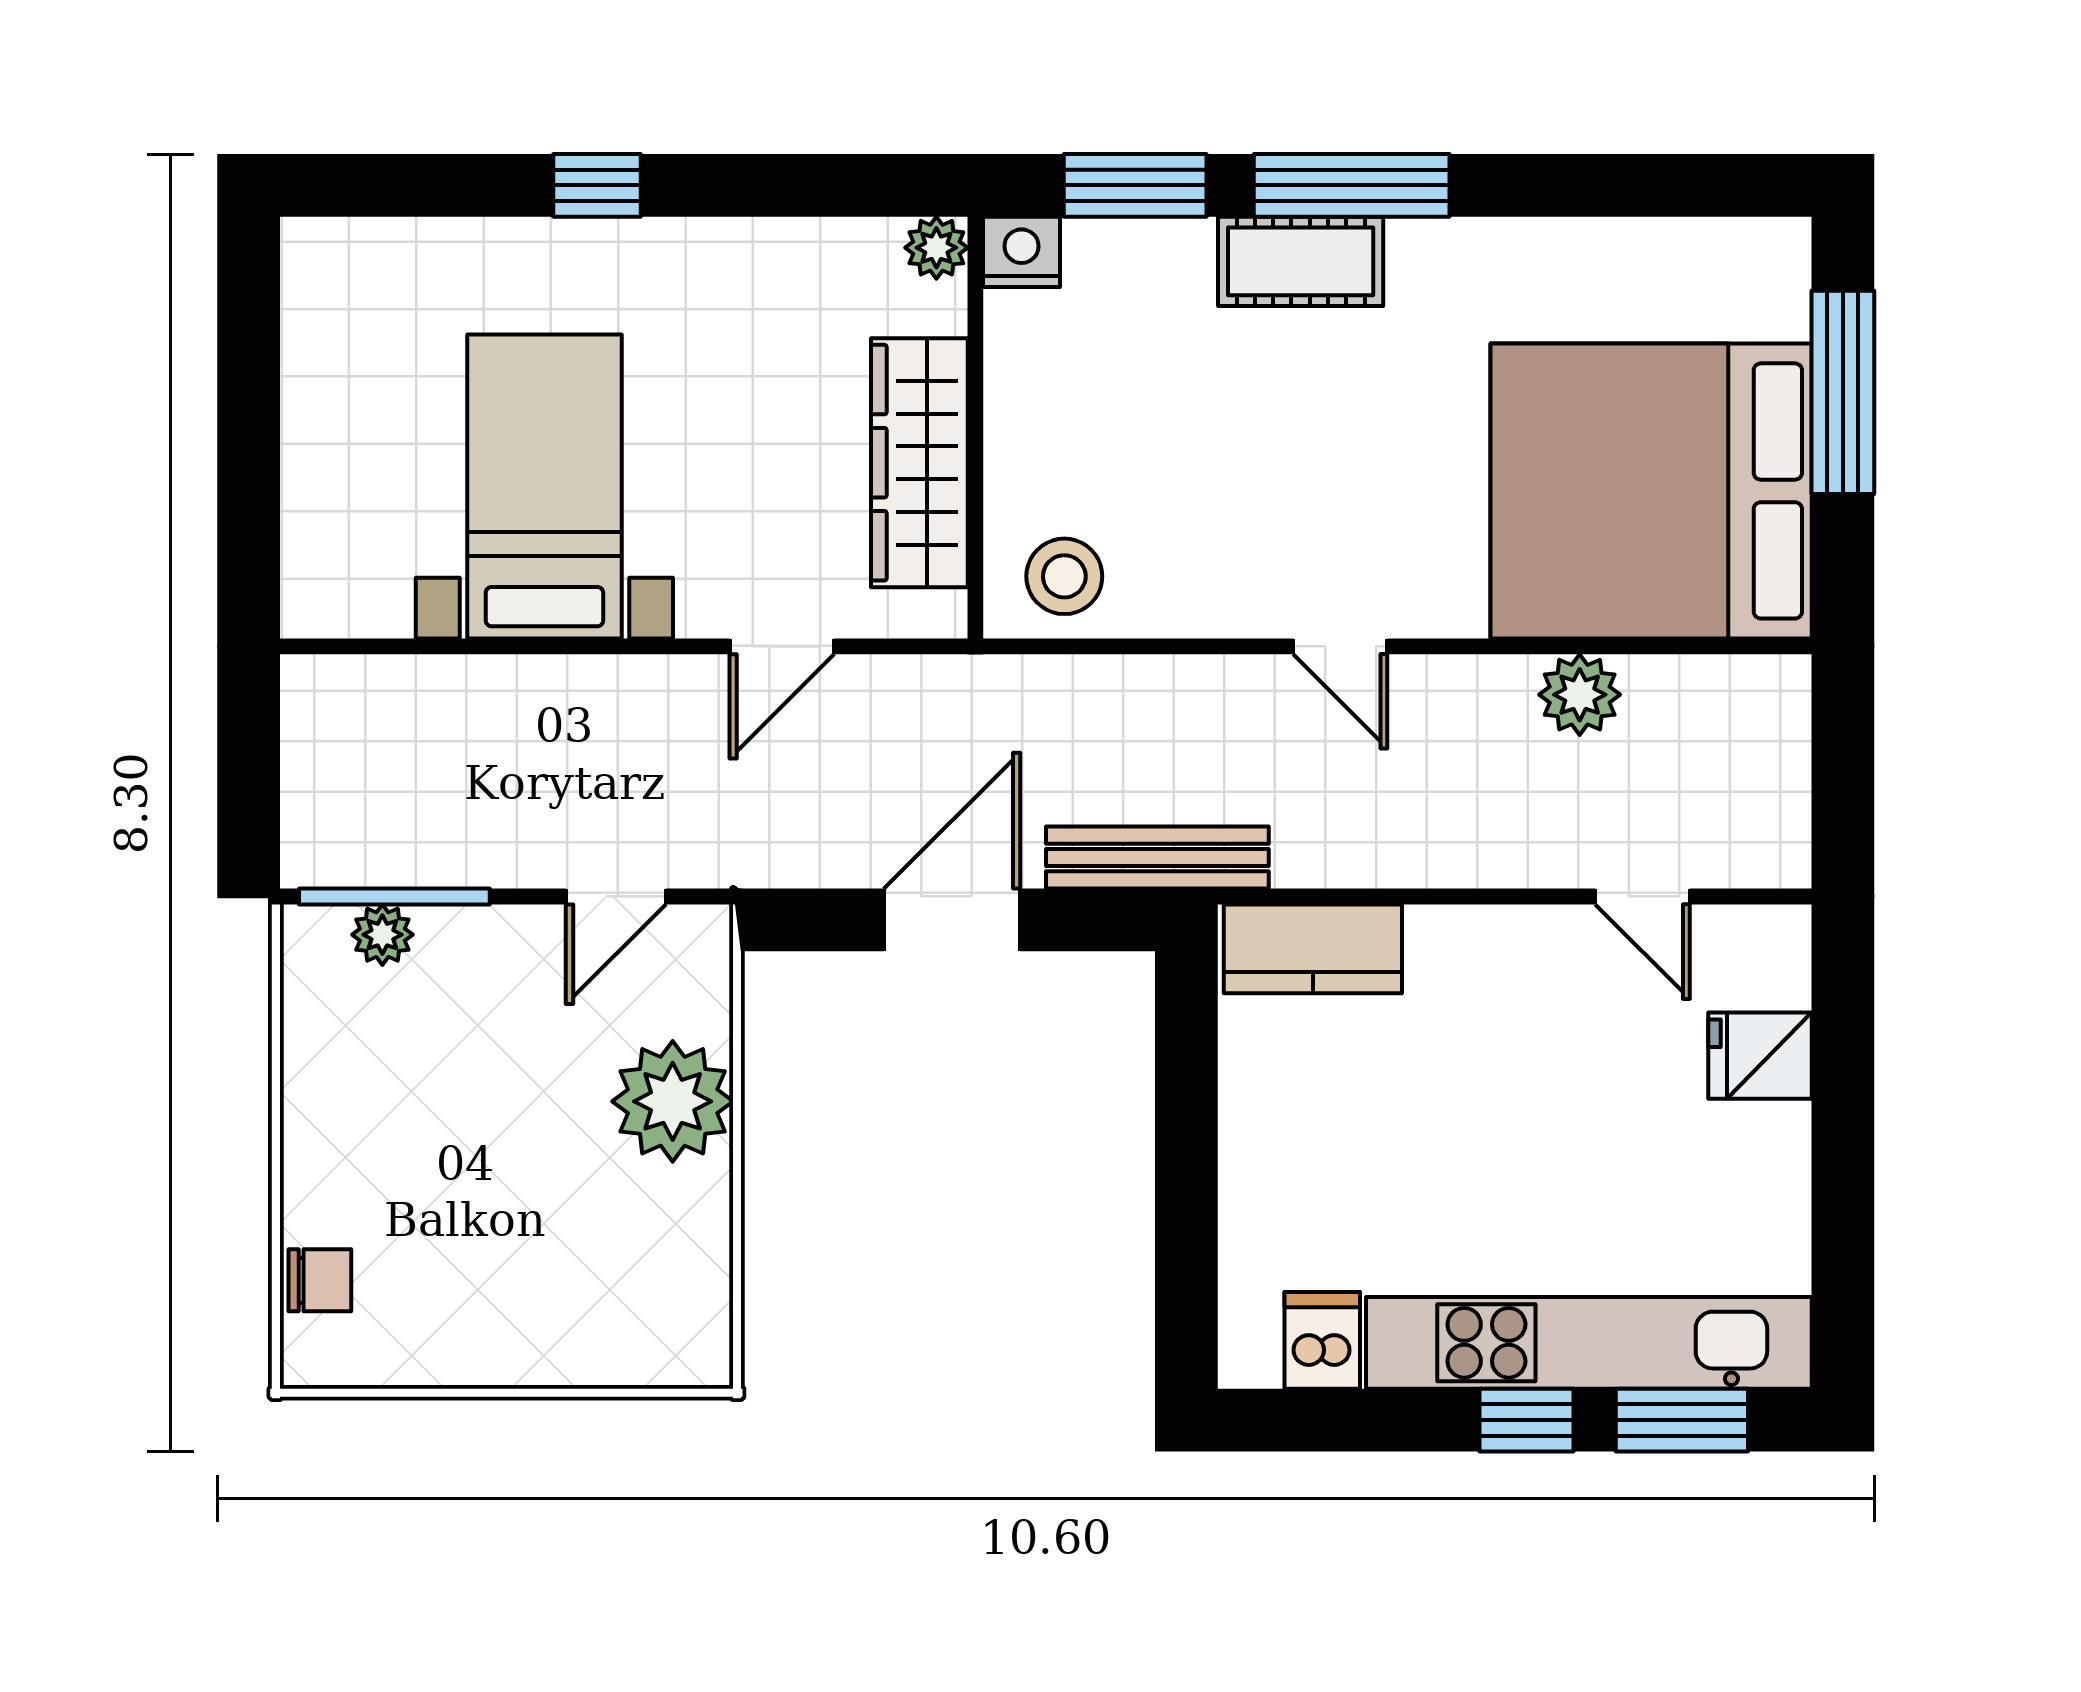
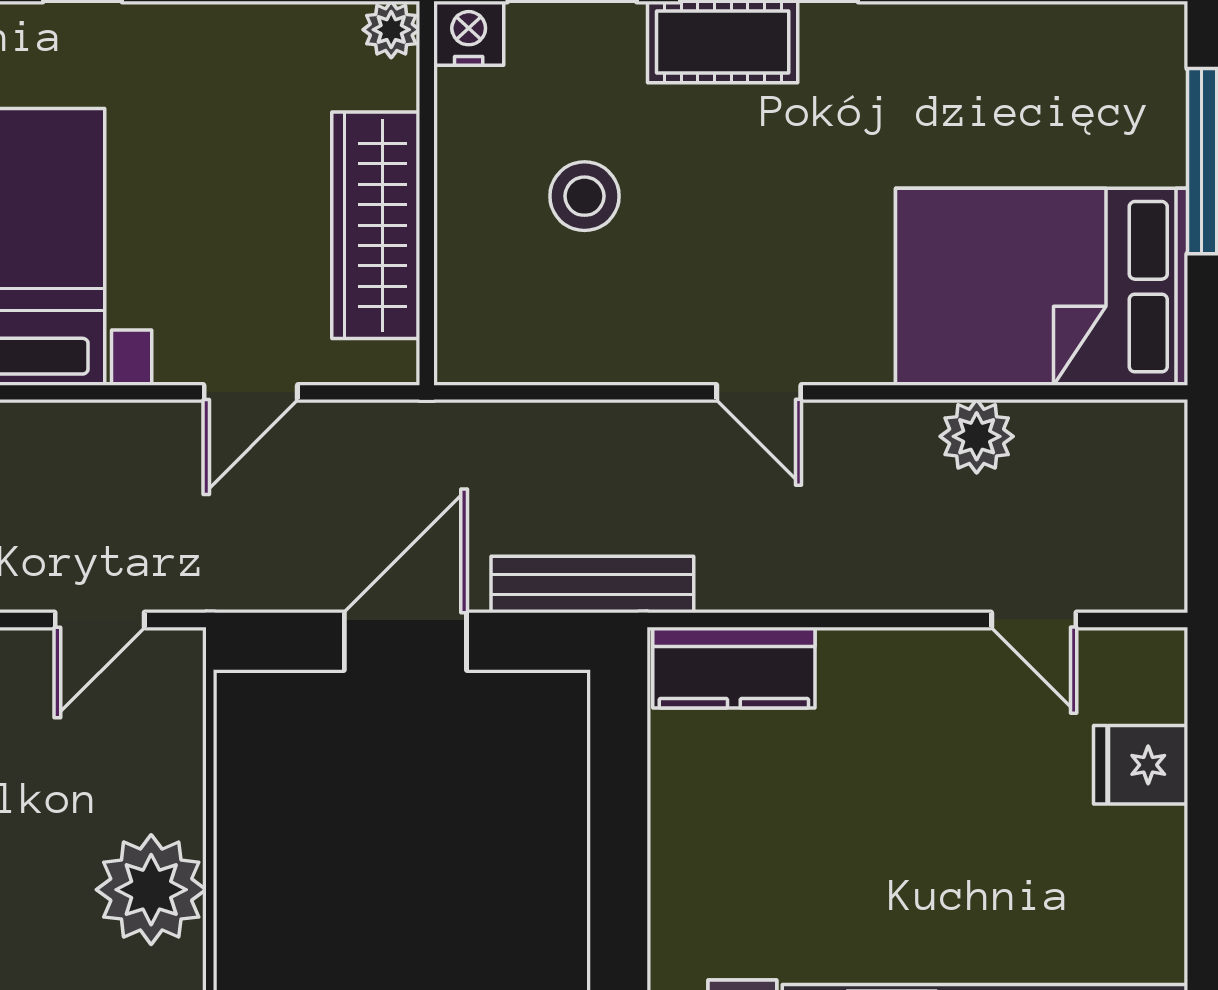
bed: (1651, 491) -> (1042, 287), width x0.73
stool: (1064, 576) -> (584, 196), moved
plant: (673, 1101) -> (151, 890), moved

